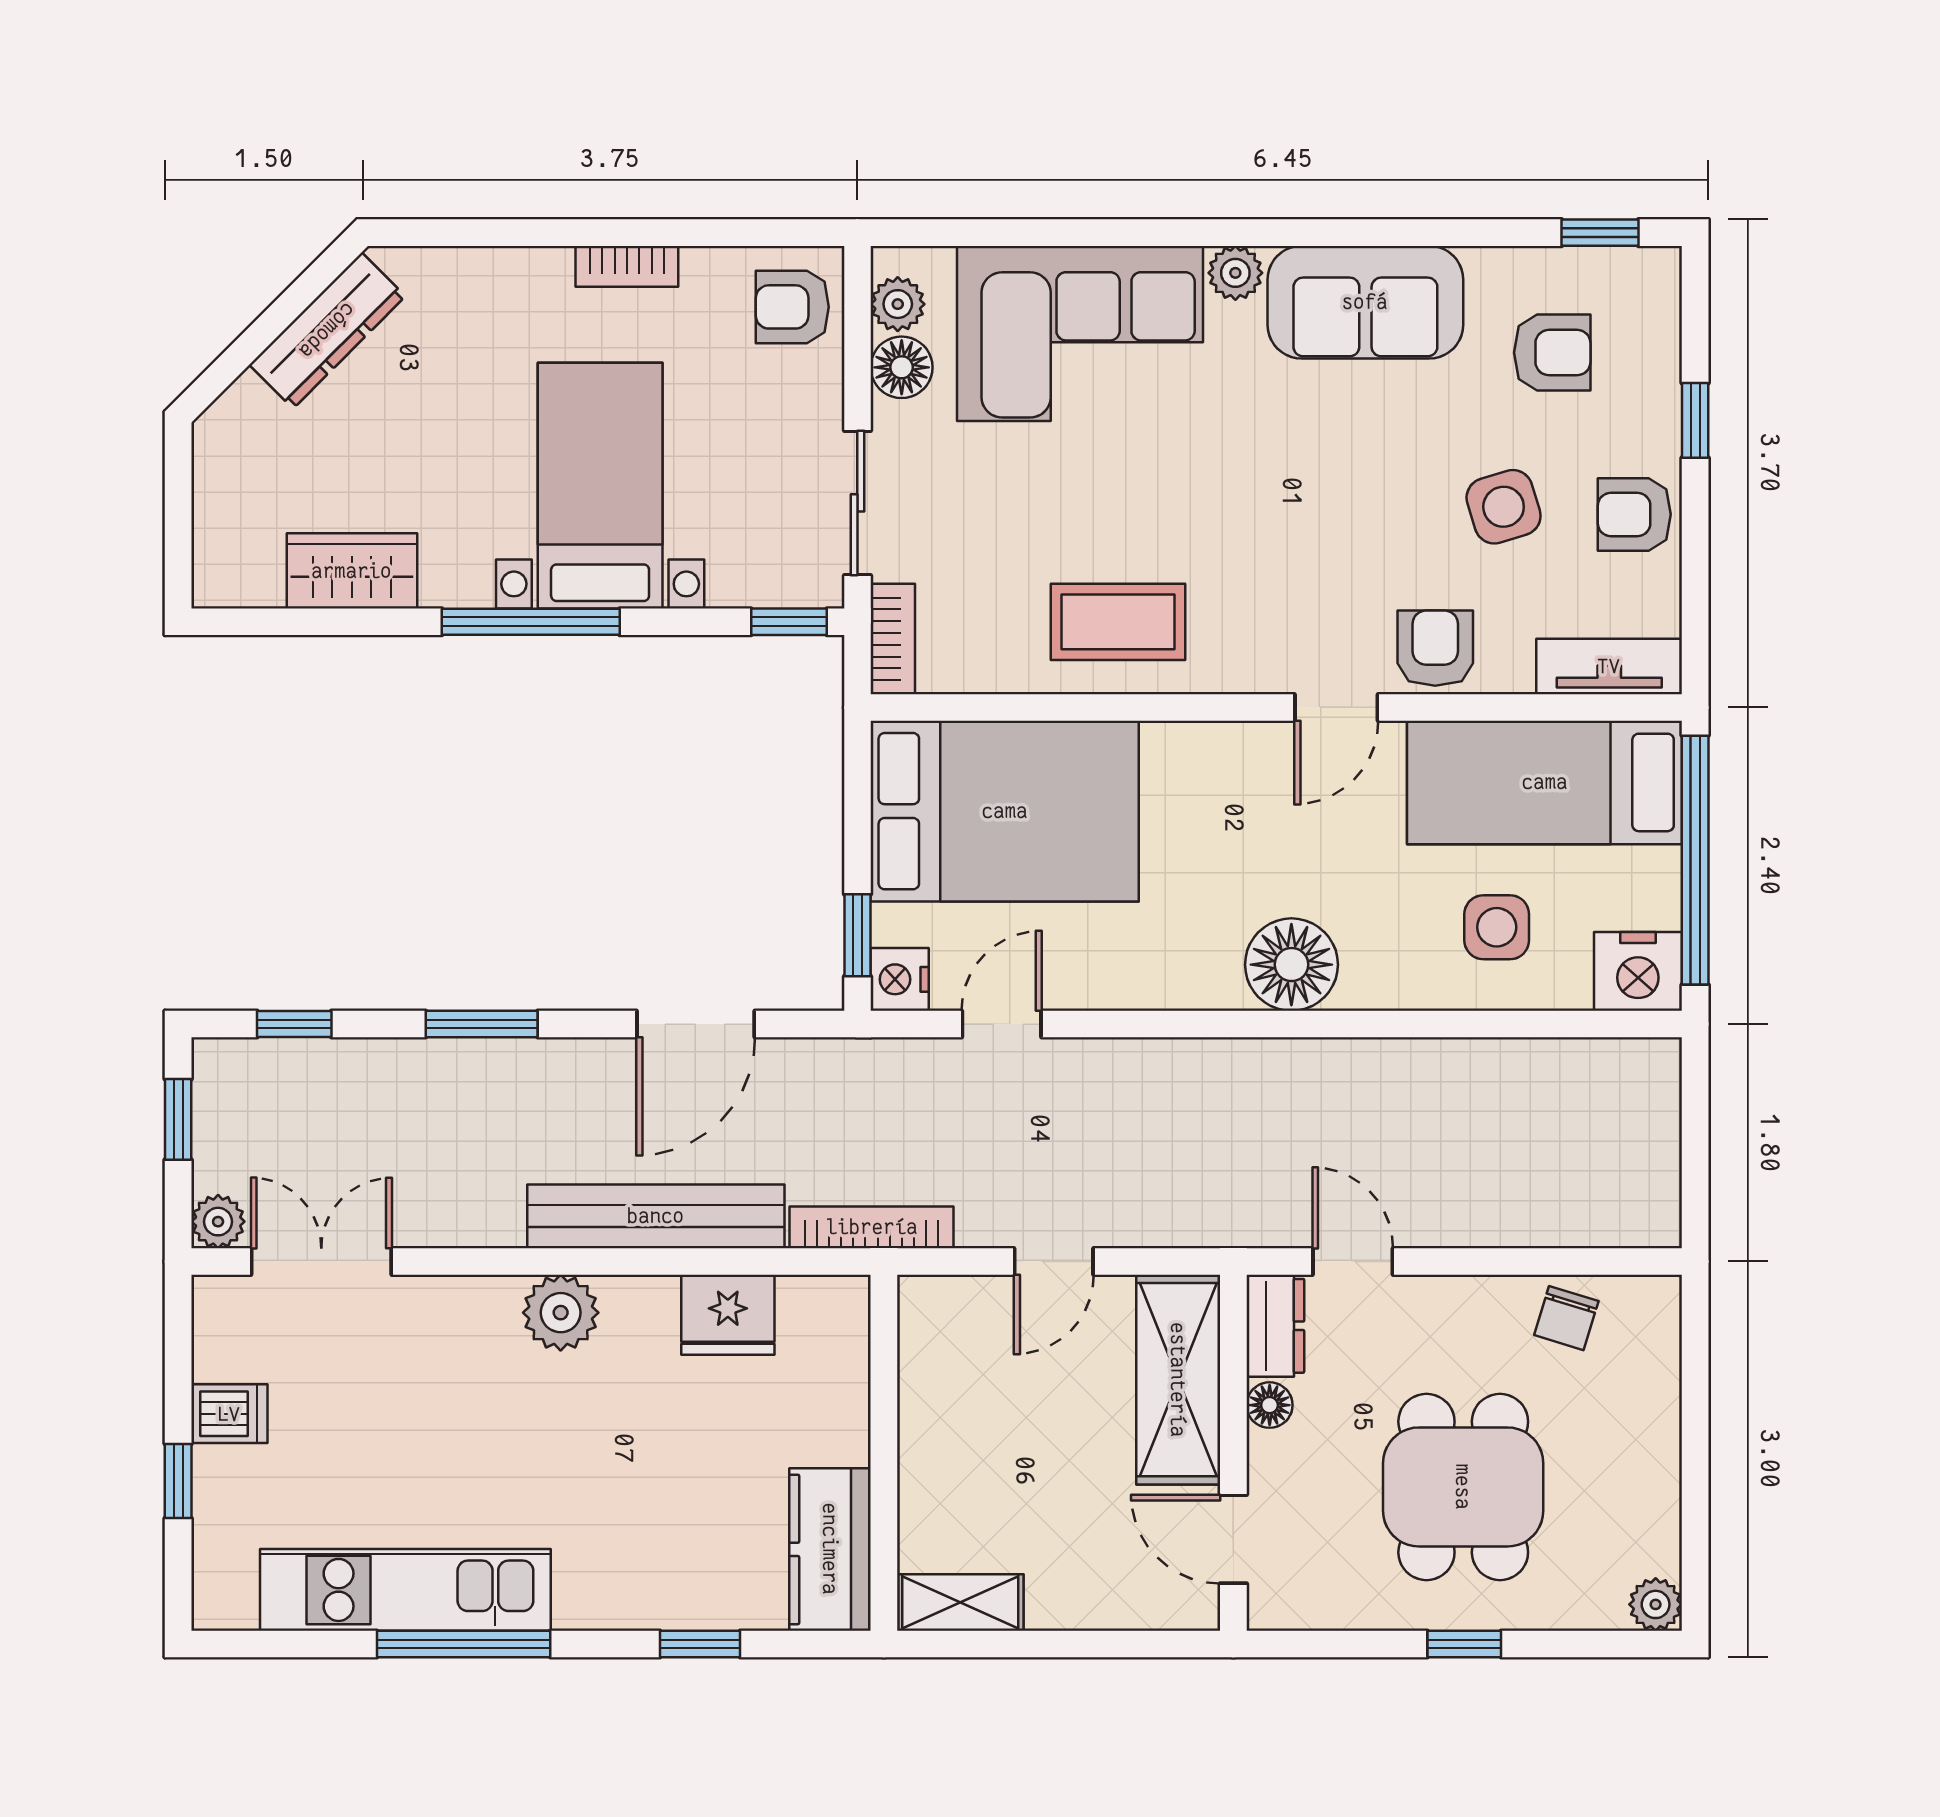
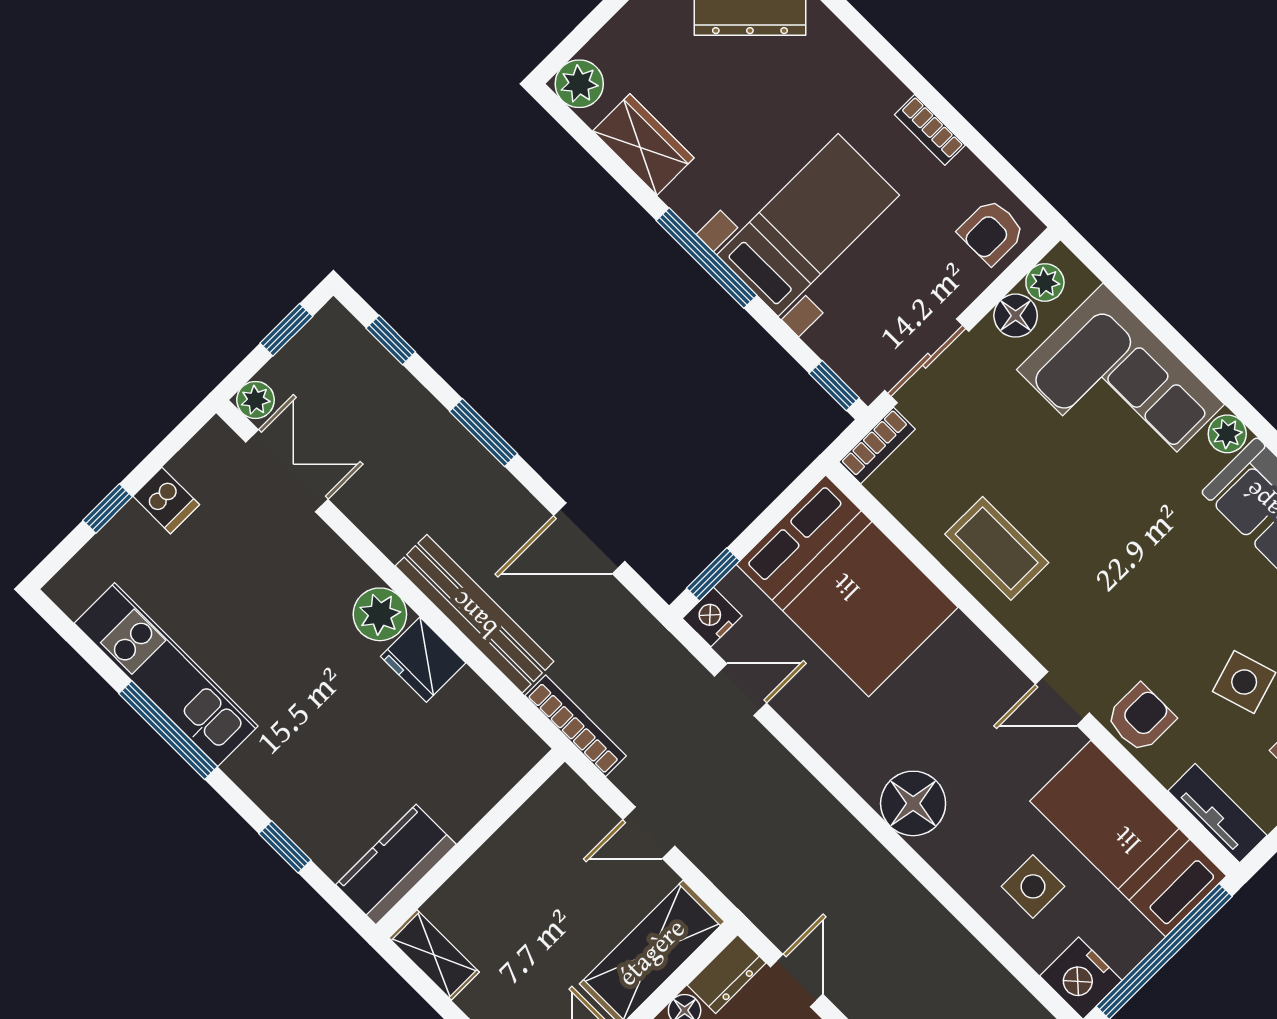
armchair: (792, 307) -> (991, 232), turned -90
plant: (226, 574) -> (579, 84), added
fridge: (728, 1315) -> (423, 660), moved

